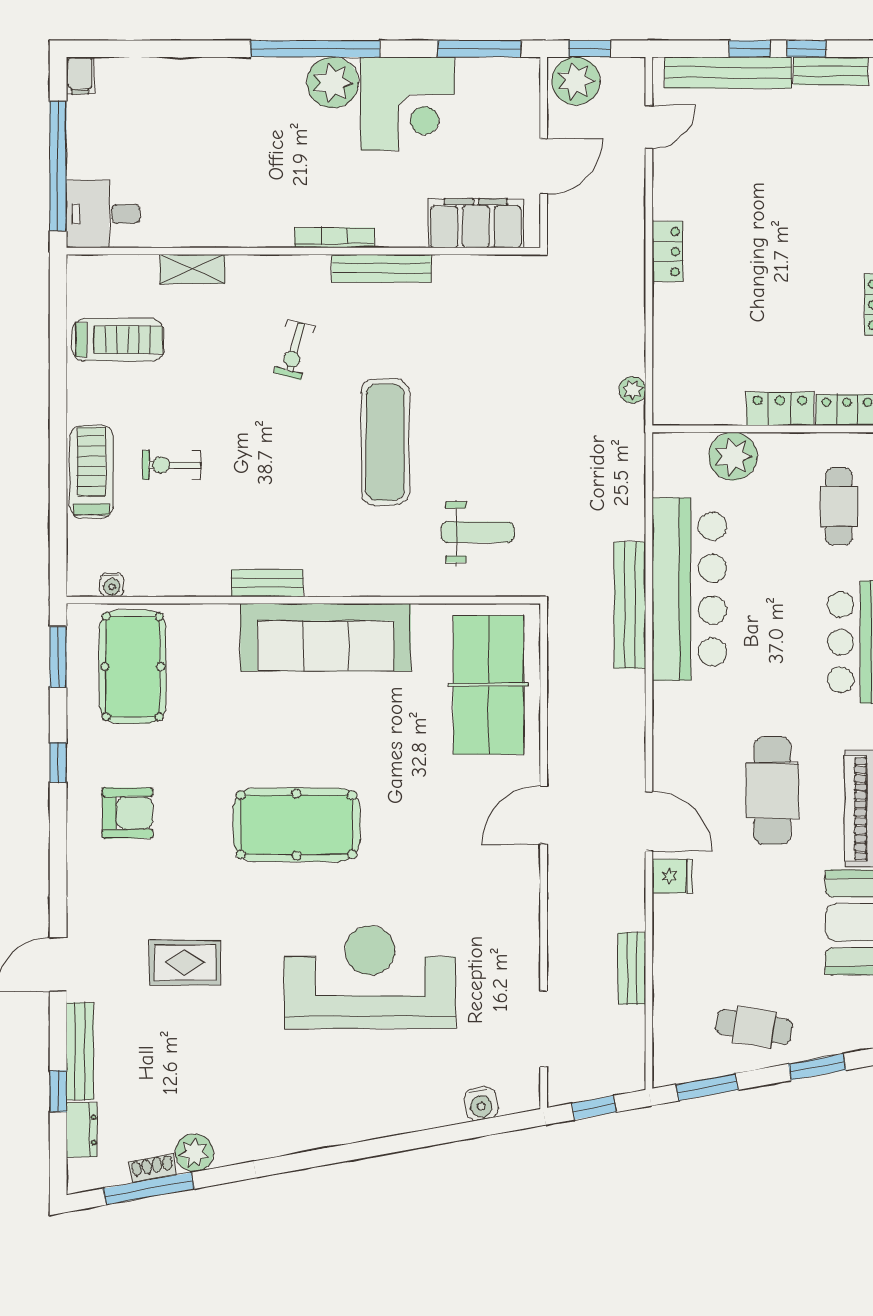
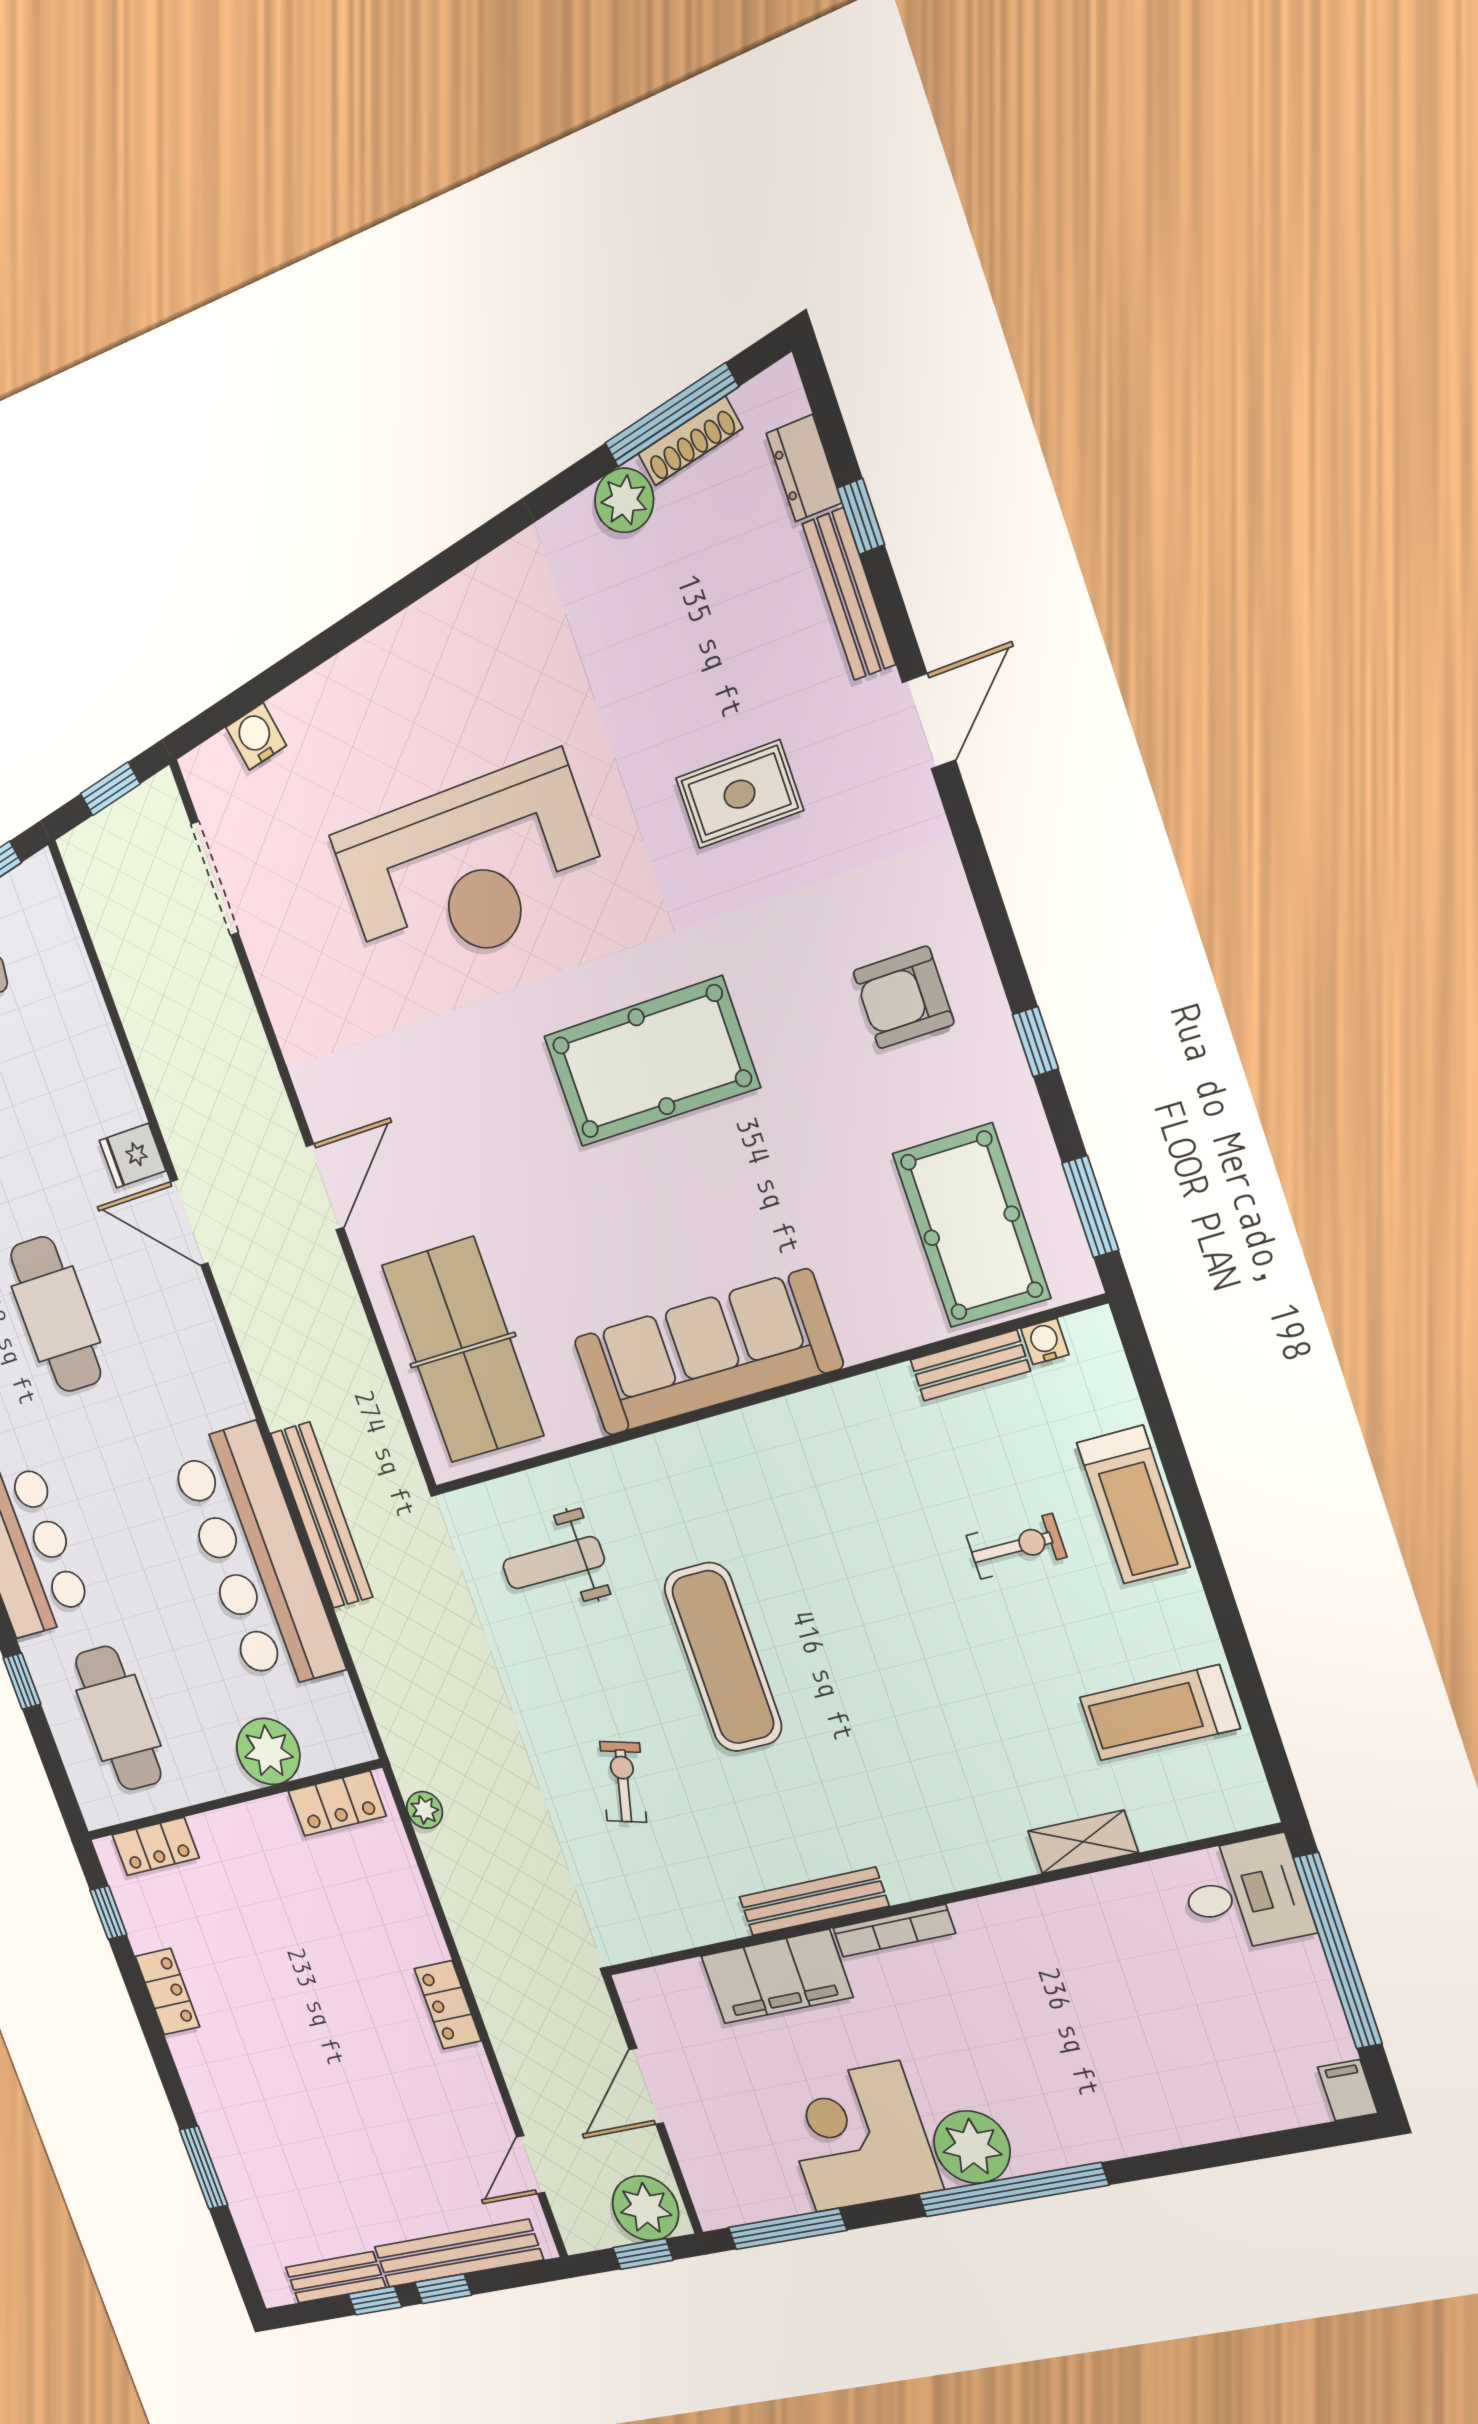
filing cabinet: (476, 223) -> (777, 1977), moved
exercise bike: (294, 350) -> (623, 1782), moved
locker: (780, 409) -> (337, 1804), moved
cafe table: (839, 506) -> (118, 1718), width x1.37, depth x1.35
bench: (267, 583) -> (970, 1366), moved
bench: (632, 968) -> (135, 1007), removed
shoe rack: (152, 1169) -> (690, 441), width x1.43

